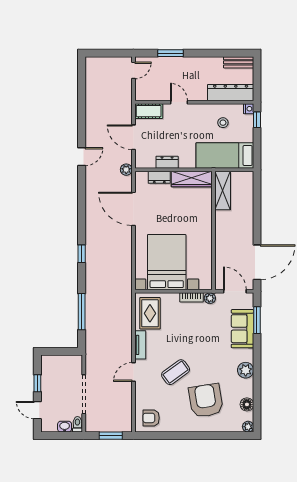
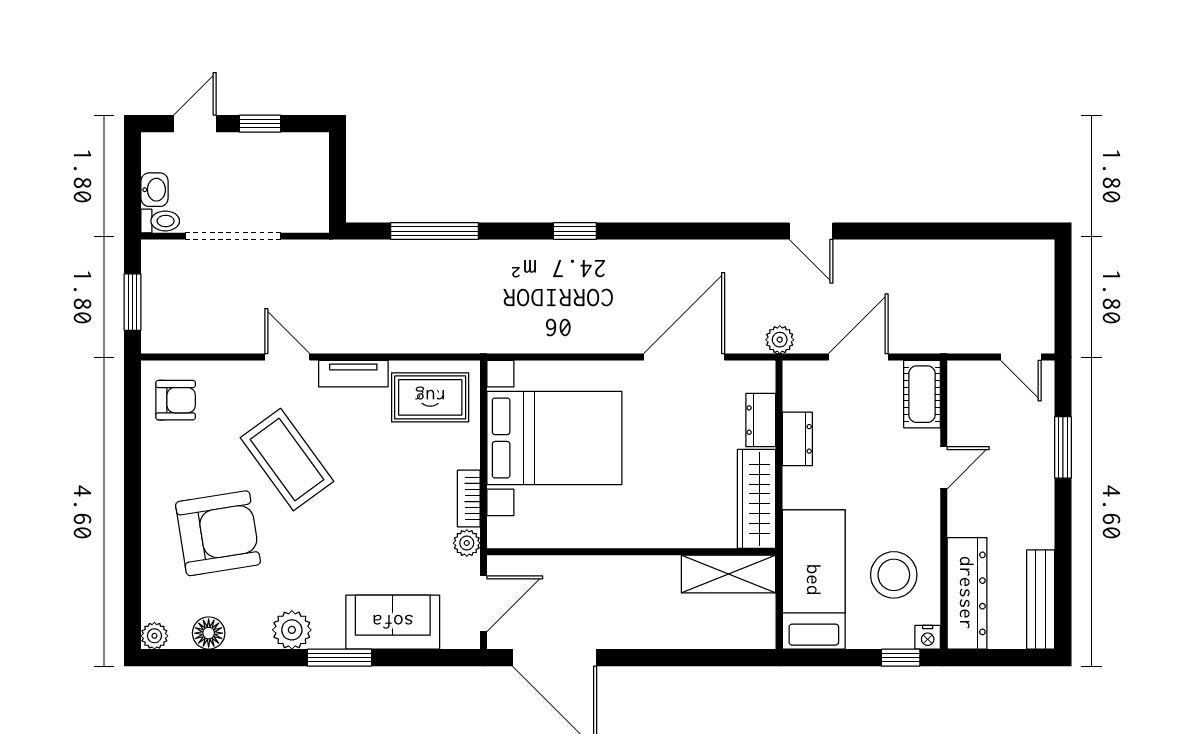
bench: (239, 62) -> (1041, 600), width x1.36
stool: (223, 123) -> (894, 575), width x1.89, depth x1.89
window: (257, 320) -> (339, 658), moved
coffee table: (176, 372) -> (287, 460), width x1.36, depth x1.32
armchair: (151, 418) -> (176, 400), turned 90

